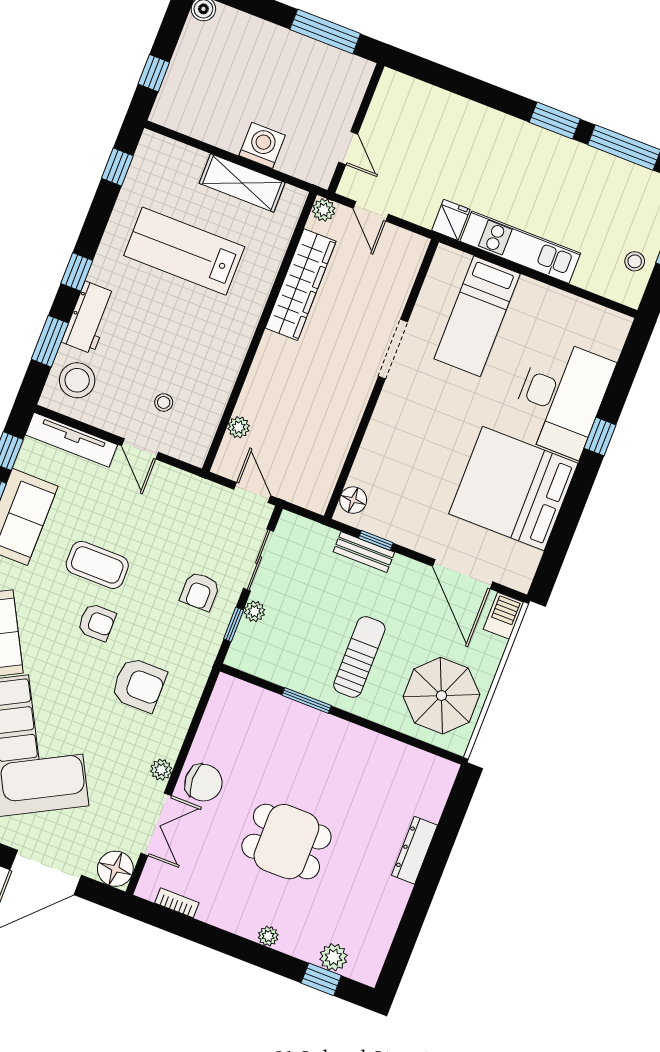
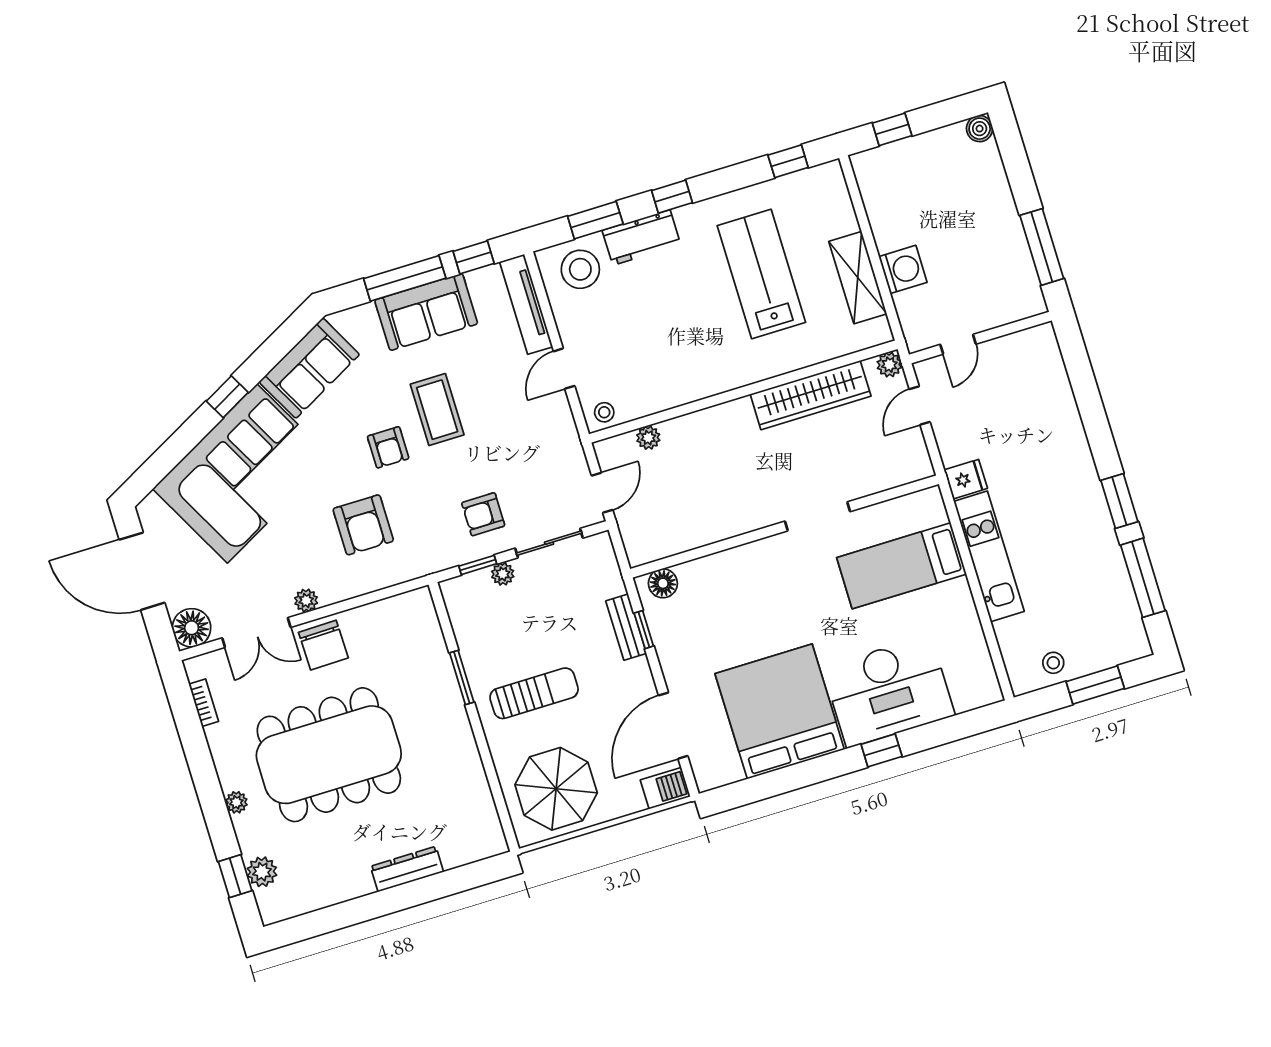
stool: (164, 402) -> (604, 412), moved
dining table: (286, 842) -> (329, 755), width x1.88, depth x1.24

